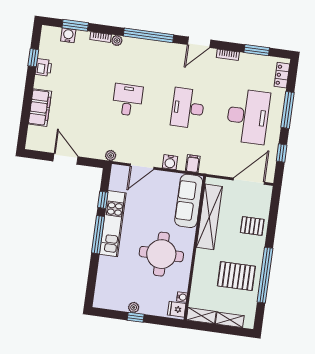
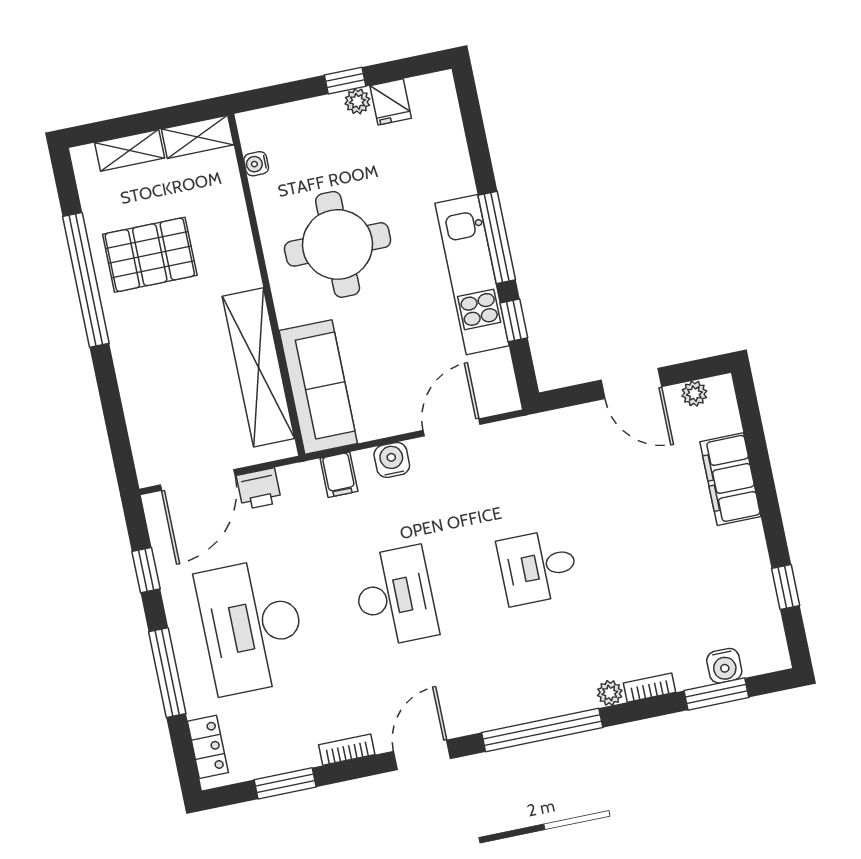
printer: (44, 67) -> (259, 489), moved, turned -90
desk: (128, 100) -> (538, 567), turned 90
plant: (111, 155) -> (694, 394), moved
pallet: (252, 226) -> (154, 381), removed
fridge: (177, 309) -> (391, 102), moved, turned 90

